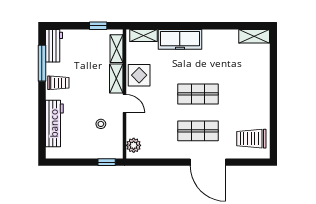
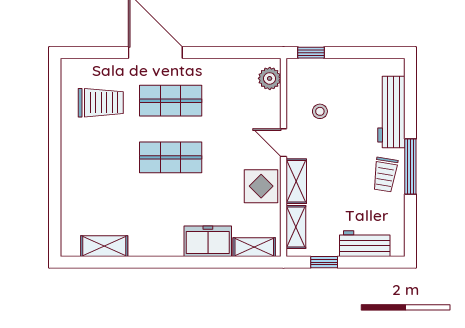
shelving: (254, 36) -> (104, 246), moved
freezer: (180, 39) -> (208, 241), width x0.71
workbench: (54, 46) -> (365, 244), moved, turned 90
window: (42, 63) -> (410, 166), moved
trolley: (58, 83) -> (385, 175), turned -81
trolley: (251, 139) -> (101, 103), moved

